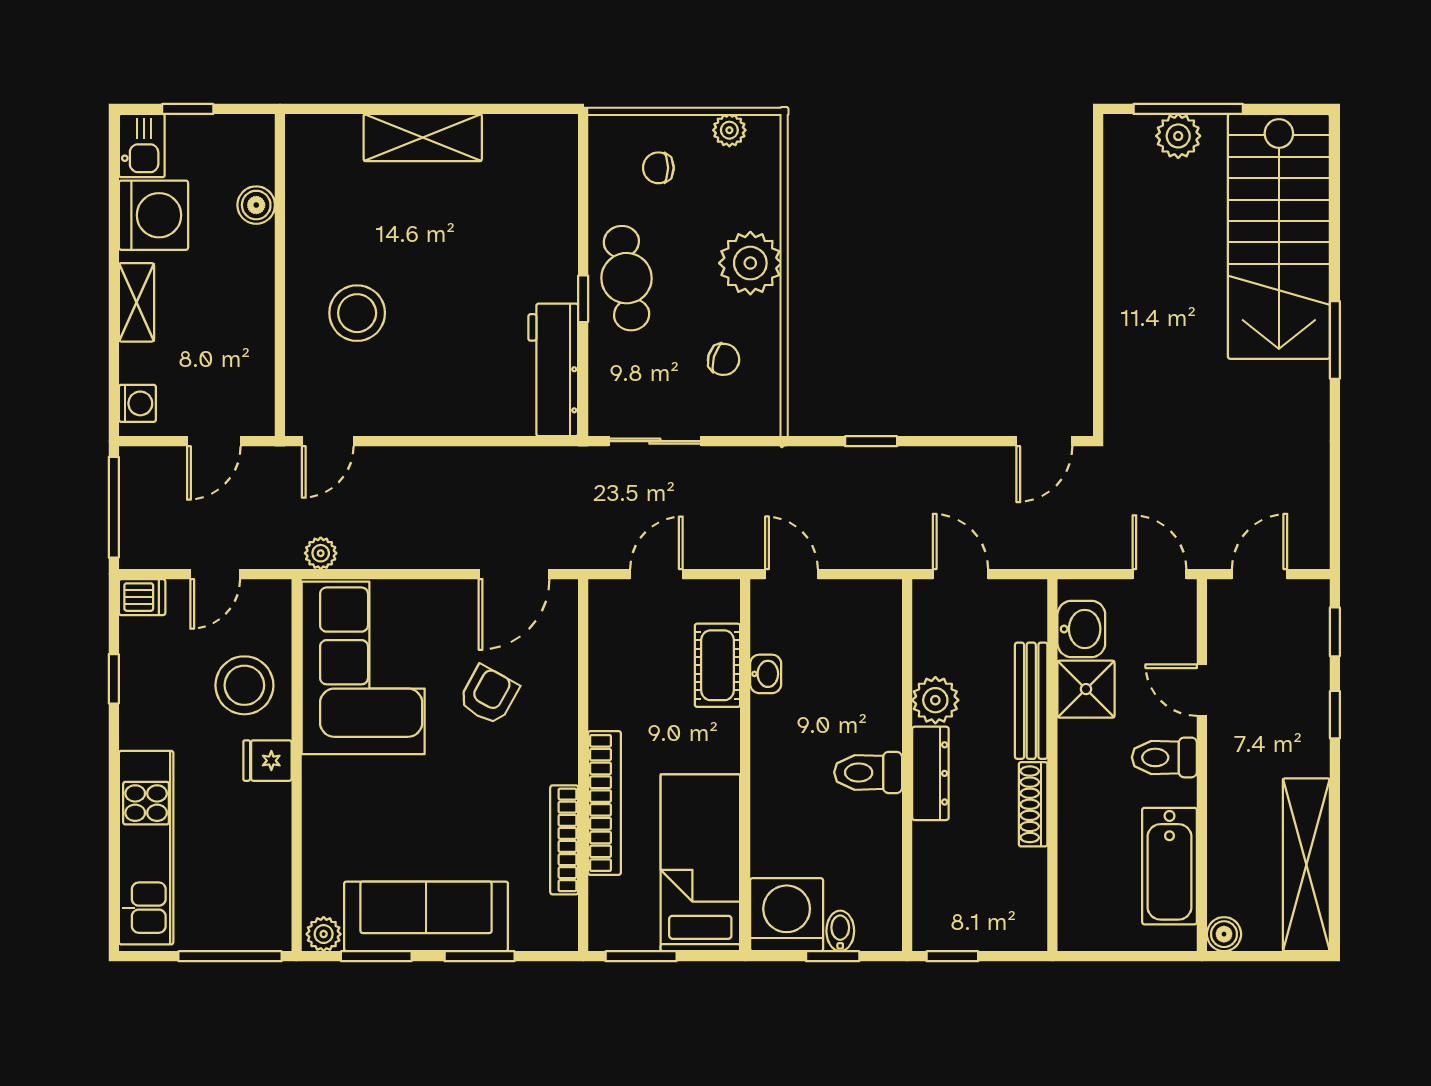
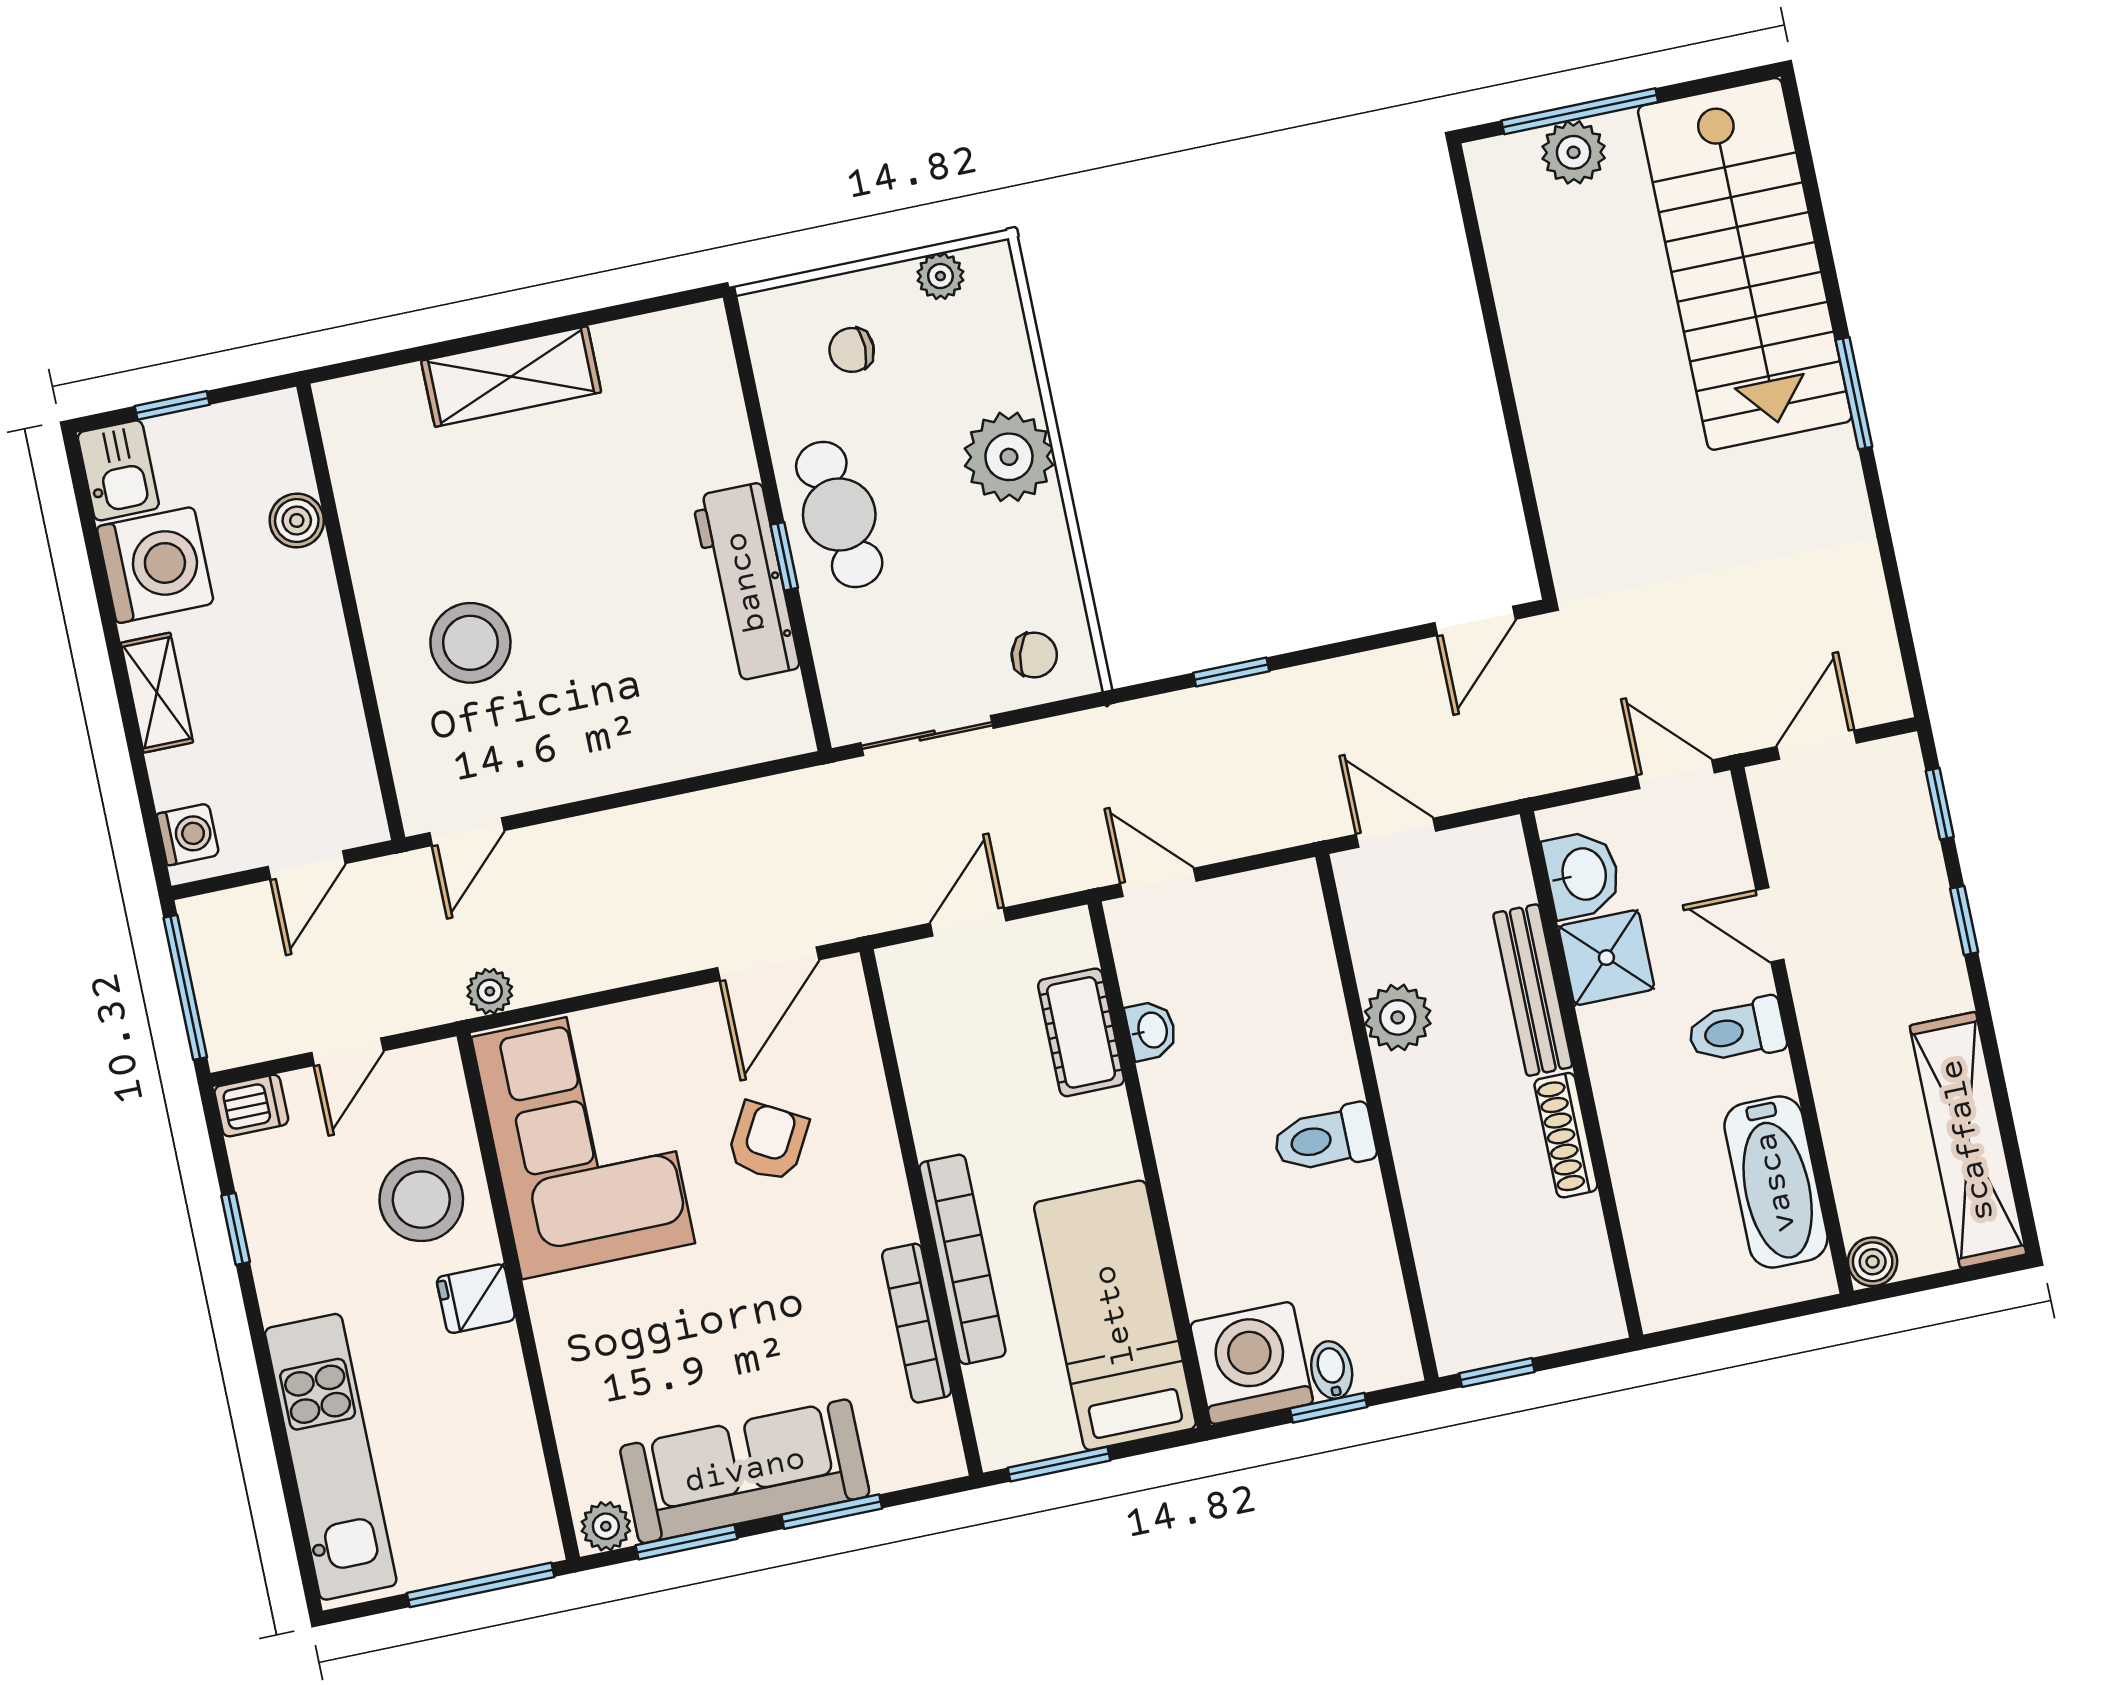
chair: (724, 359) -> (1034, 655), moved
workbench: (553, 370) -> (746, 582), moved
dresser: (930, 773) -> (1412, 1122), removed

